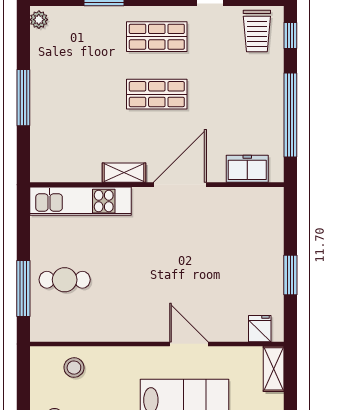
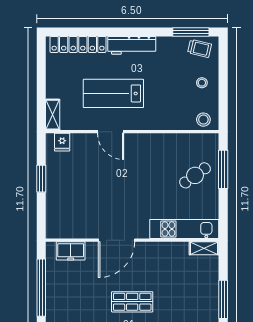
shelving: (124, 173) -> (204, 248), moved
cafe table: (65, 280) -> (195, 175), turned -36
stool: (74, 368) -> (203, 120), moved

